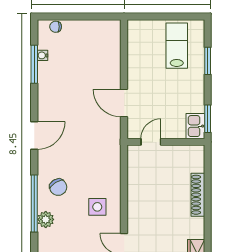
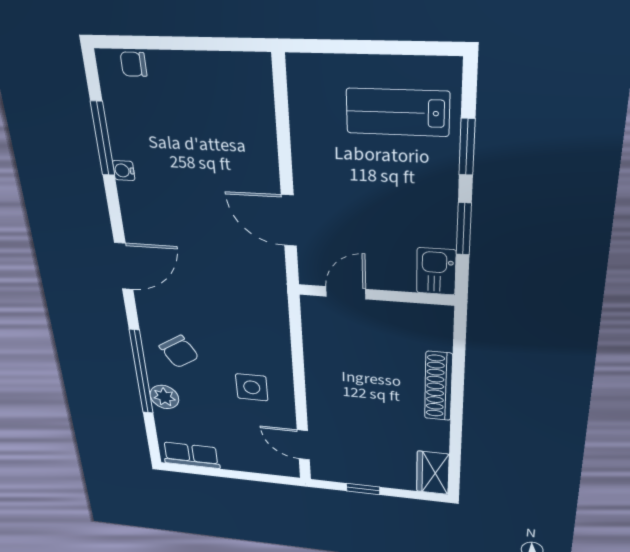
lab bench: (177, 46) -> (398, 112), turned -90
water cooler: (43, 55) -> (124, 171), moved
window: (208, 119) -> (464, 229), moved

